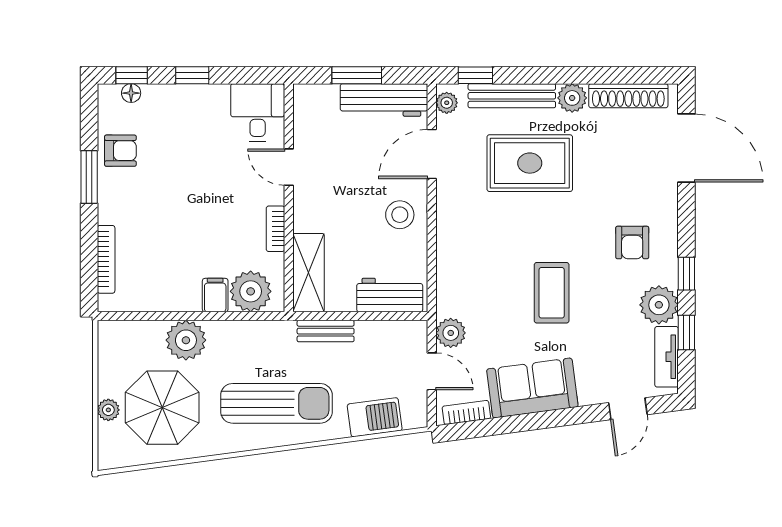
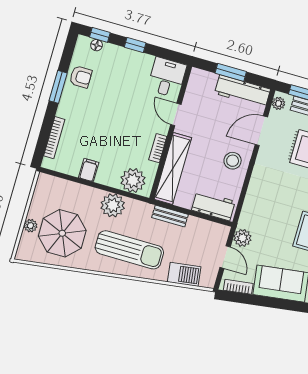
shelving: (309, 273) -> (173, 169), width x1.47
filing cabinet: (215, 295) -> (89, 170), moved
plant: (186, 340) -> (113, 205), moved

